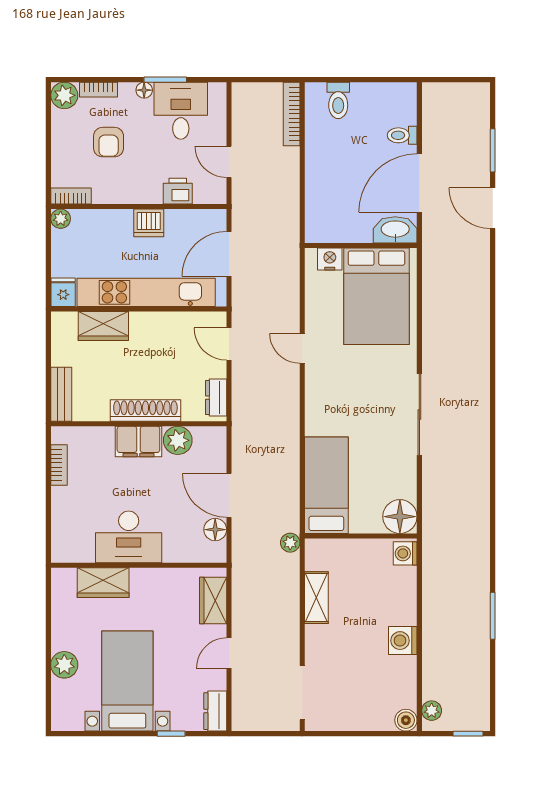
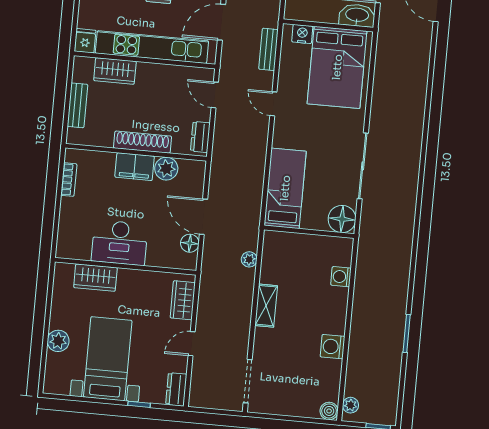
bench: (290, 282) -> (268, 49), added
bench: (61, 394) -> (77, 105), moved
bed: (326, 485) -> (285, 188), moved
floor lamp: (400, 517) -> (342, 219), moved
wall: (361, 536) -> (309, 232), moved

